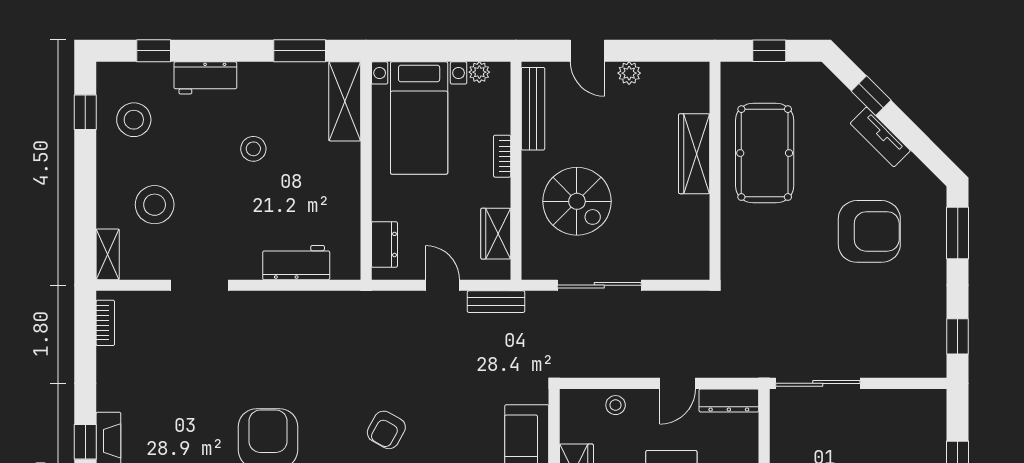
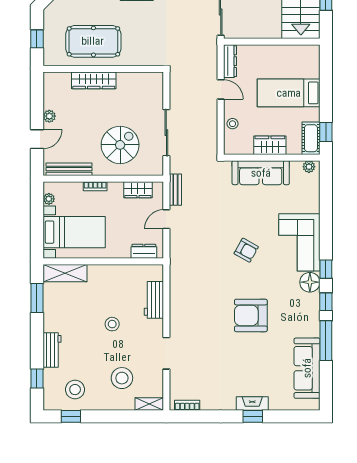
stool: (253, 149) -> (112, 324), moved

